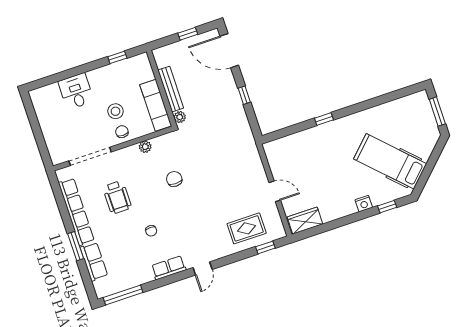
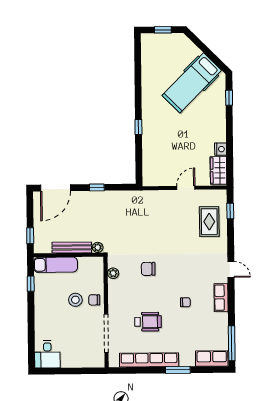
window: (188, 34) -> (30, 236), moved
desk: (76, 91) -> (47, 354), moved, turned -90
exam couch: (156, 105) -> (56, 265), moved
window: (437, 112) -> (163, 30), width x0.67
plant: (145, 147) -> (113, 273), moved
nightstand: (364, 204) -> (221, 149), moved
row of seats: (94, 262) -> (212, 359), moved

